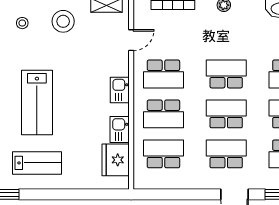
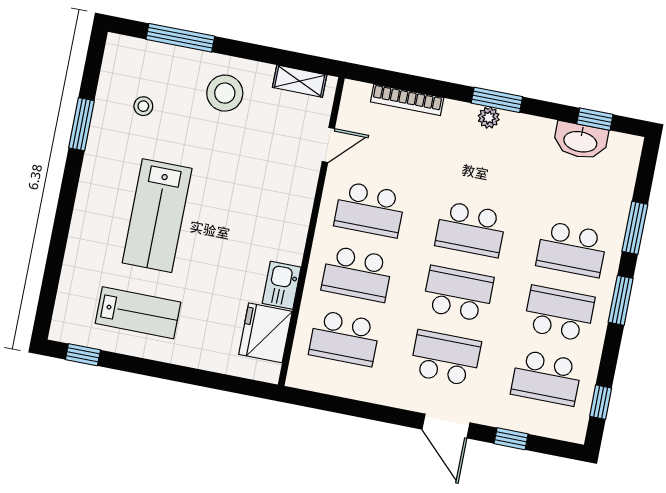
stool: (22, 23) -> (143, 106), moved
school desk: (226, 74) -> (471, 229), turned 180
kitchen sink: (120, 90) -> (294, 222), removed
school desk: (163, 154) -> (344, 338), turned 180

